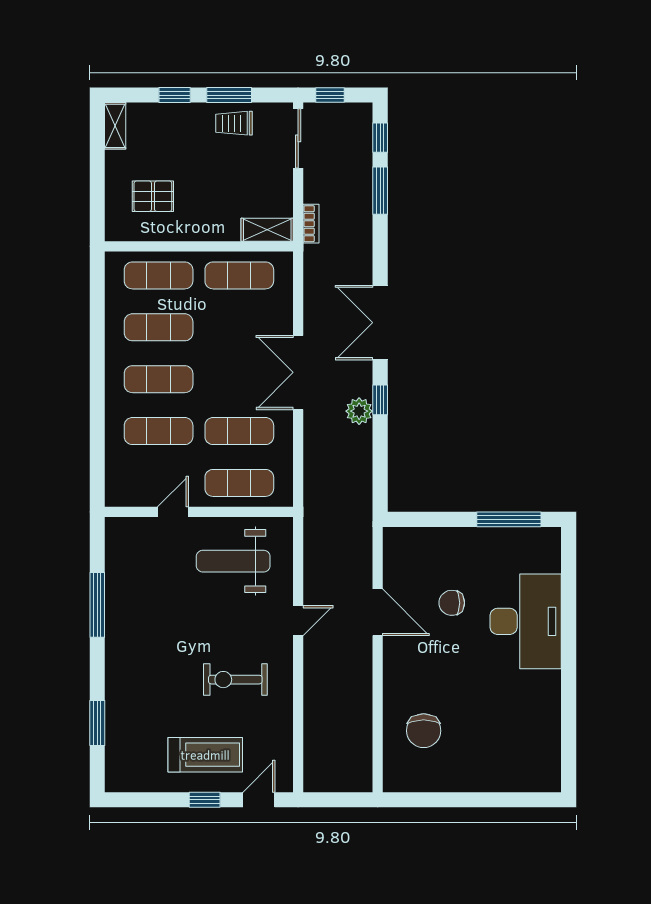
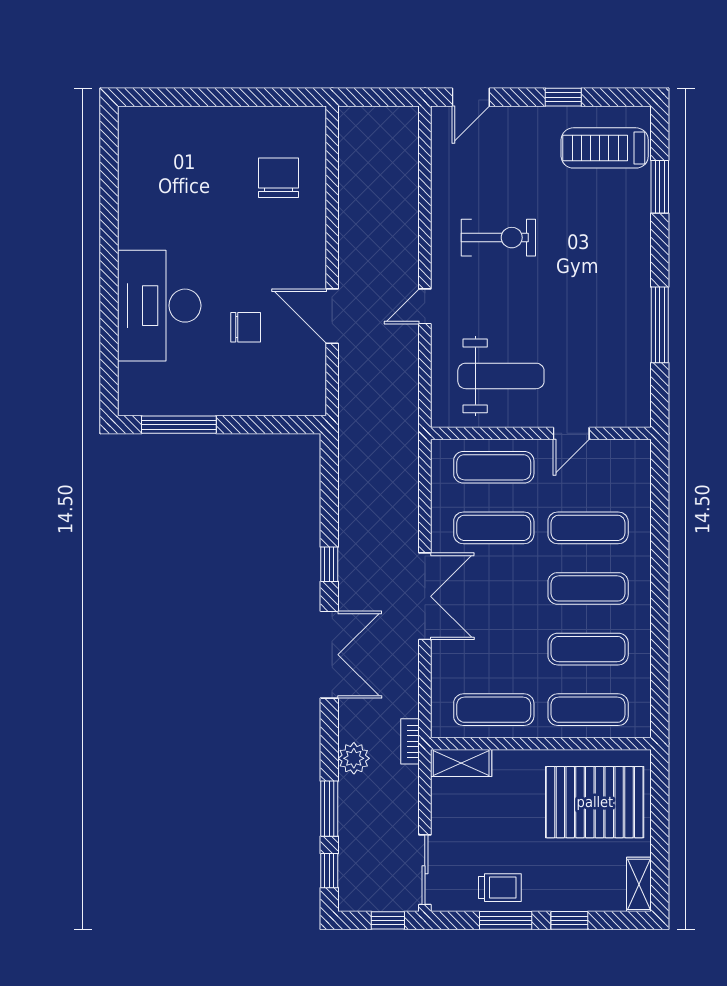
pallet: (153, 196) -> (595, 802), width x2.05, depth x2.00
bookcase: (311, 224) -> (410, 741), moved
plant: (359, 411) -> (354, 758), moved
treadmill: (205, 755) -> (605, 148), moved
window: (205, 800) -> (563, 97), moved

